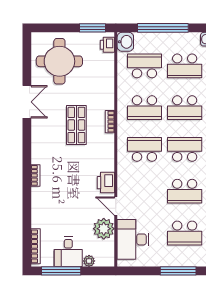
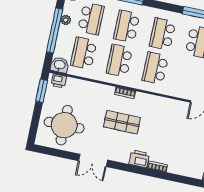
plant: (177, 38) -> (66, 20), added
double door: (27, 102) -> (93, 160), swing flipped
school desk: (144, 108) -> (119, 61), turned 180
school desk: (185, 108) -> (127, 26), turned 180
printer: (106, 183) -> (139, 159), moved, turned 180

